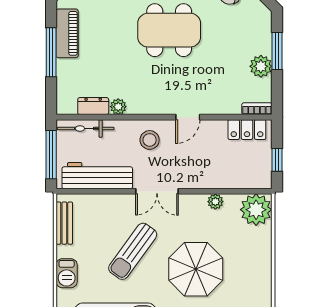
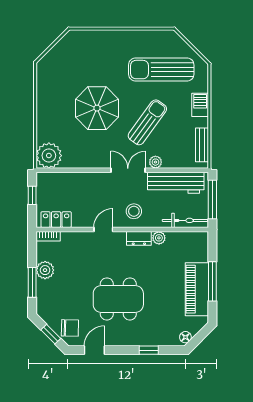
piano: (67, 33) -> (197, 289), width x1.37, depth x1.33
dresser: (93, 106) -> (139, 238), moved
plant: (215, 202) -> (155, 162), moved

